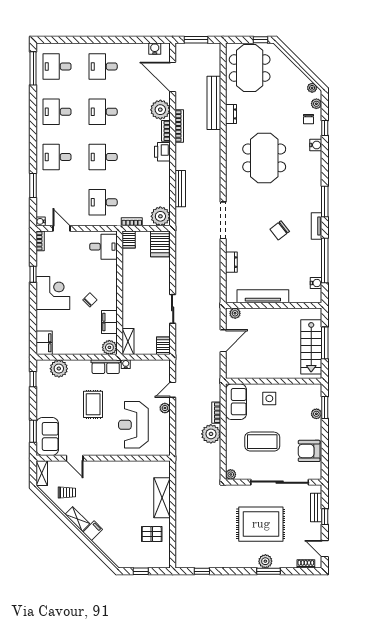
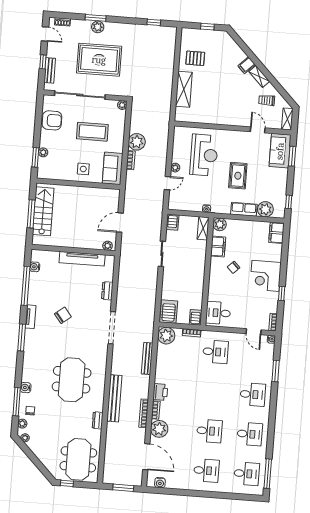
bench: (214, 103) -> (114, 398), moved
window: (325, 128) -> (17, 402), width x2.17
desk: (103, 157) -> (212, 391), removed
row of seats: (106, 367) -> (244, 209), moved

